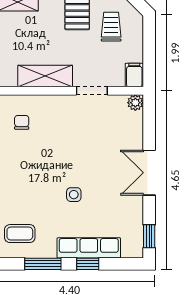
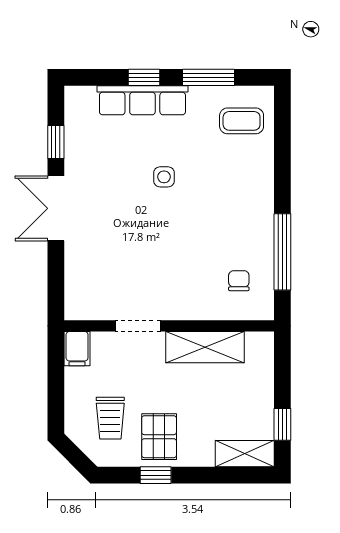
plant: (135, 103) -> (76, 309), removed
chair: (22, 122) -> (239, 281), turned 180
double door: (149, 173) -> (56, 208), swing flipped
window: (149, 236) -> (56, 142), moved

